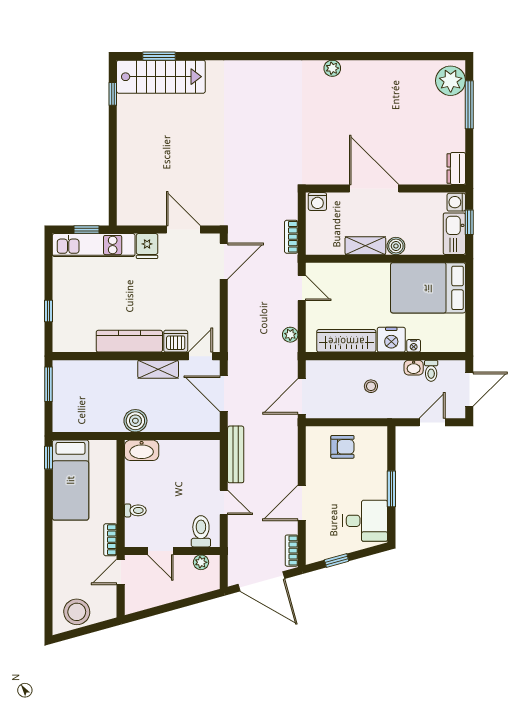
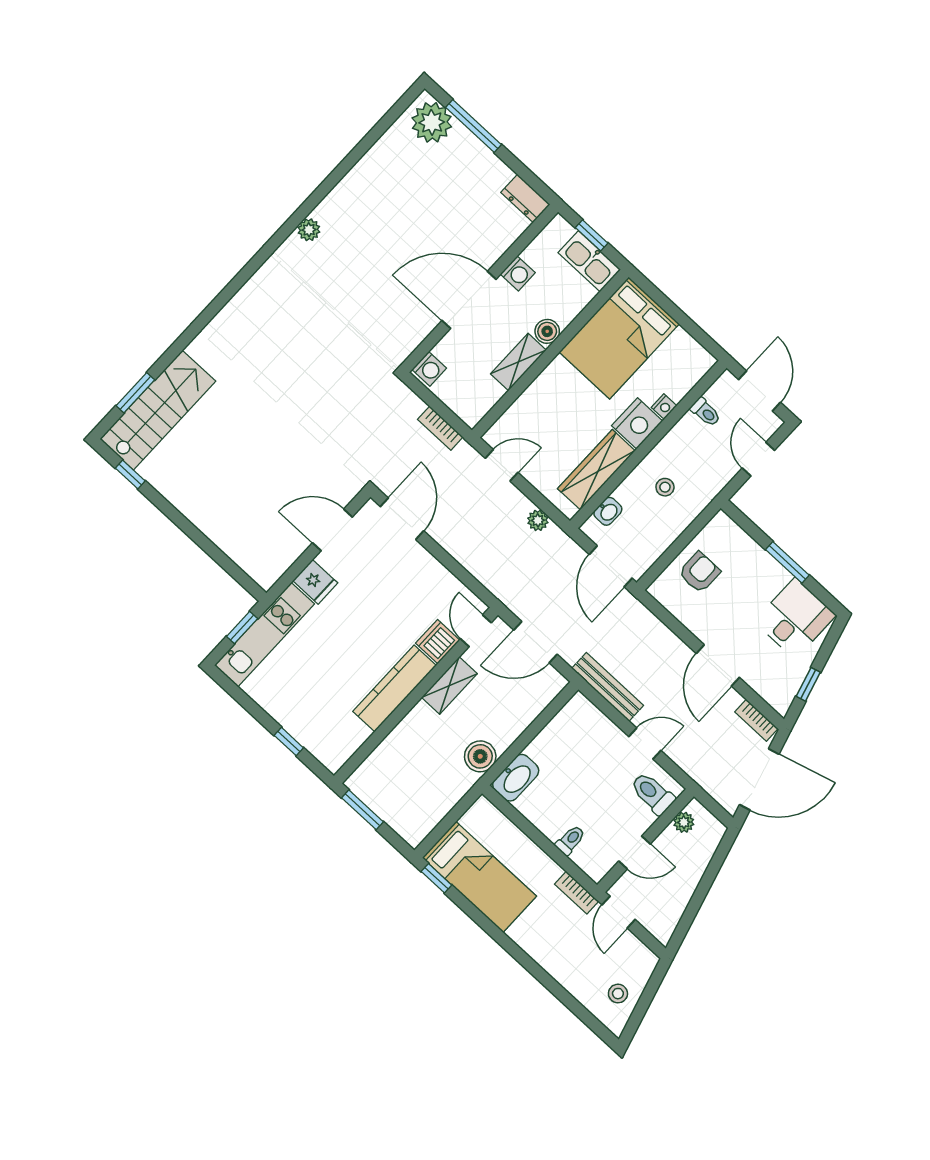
washing machine: (456, 202) -> (518, 273), moved, turned -90
washbasin: (414, 368) -> (608, 511), moved
stool: (77, 612) -> (618, 994), width x0.53, depth x0.53

